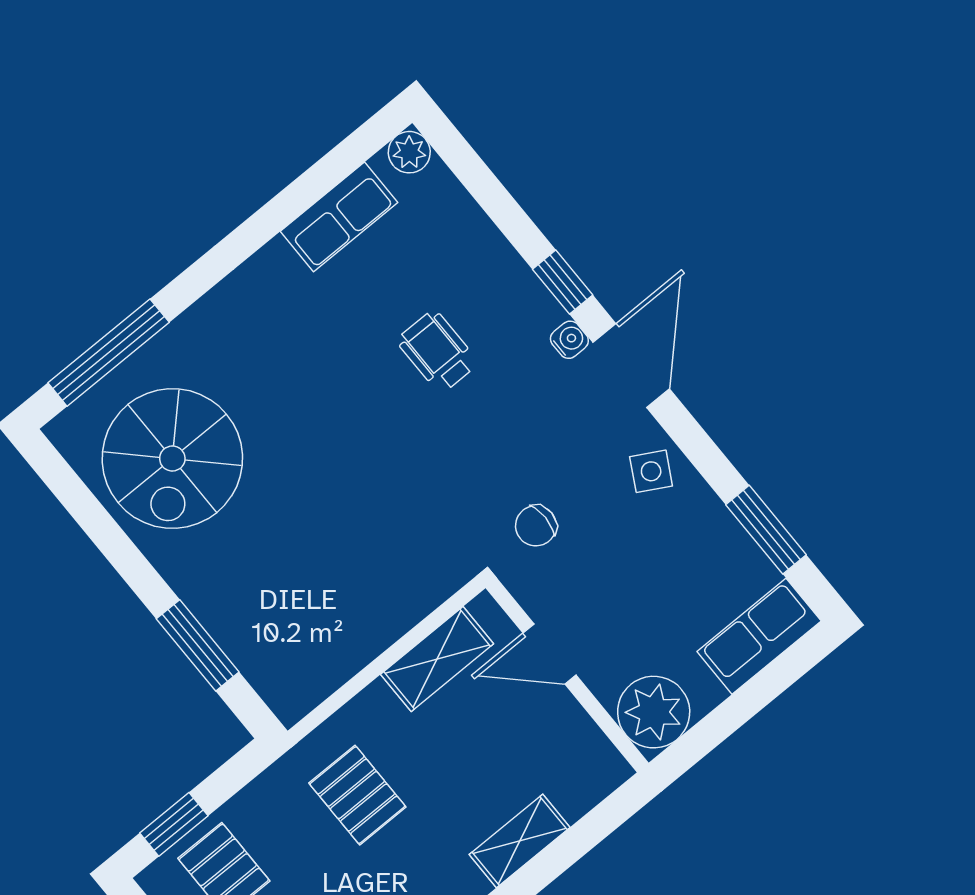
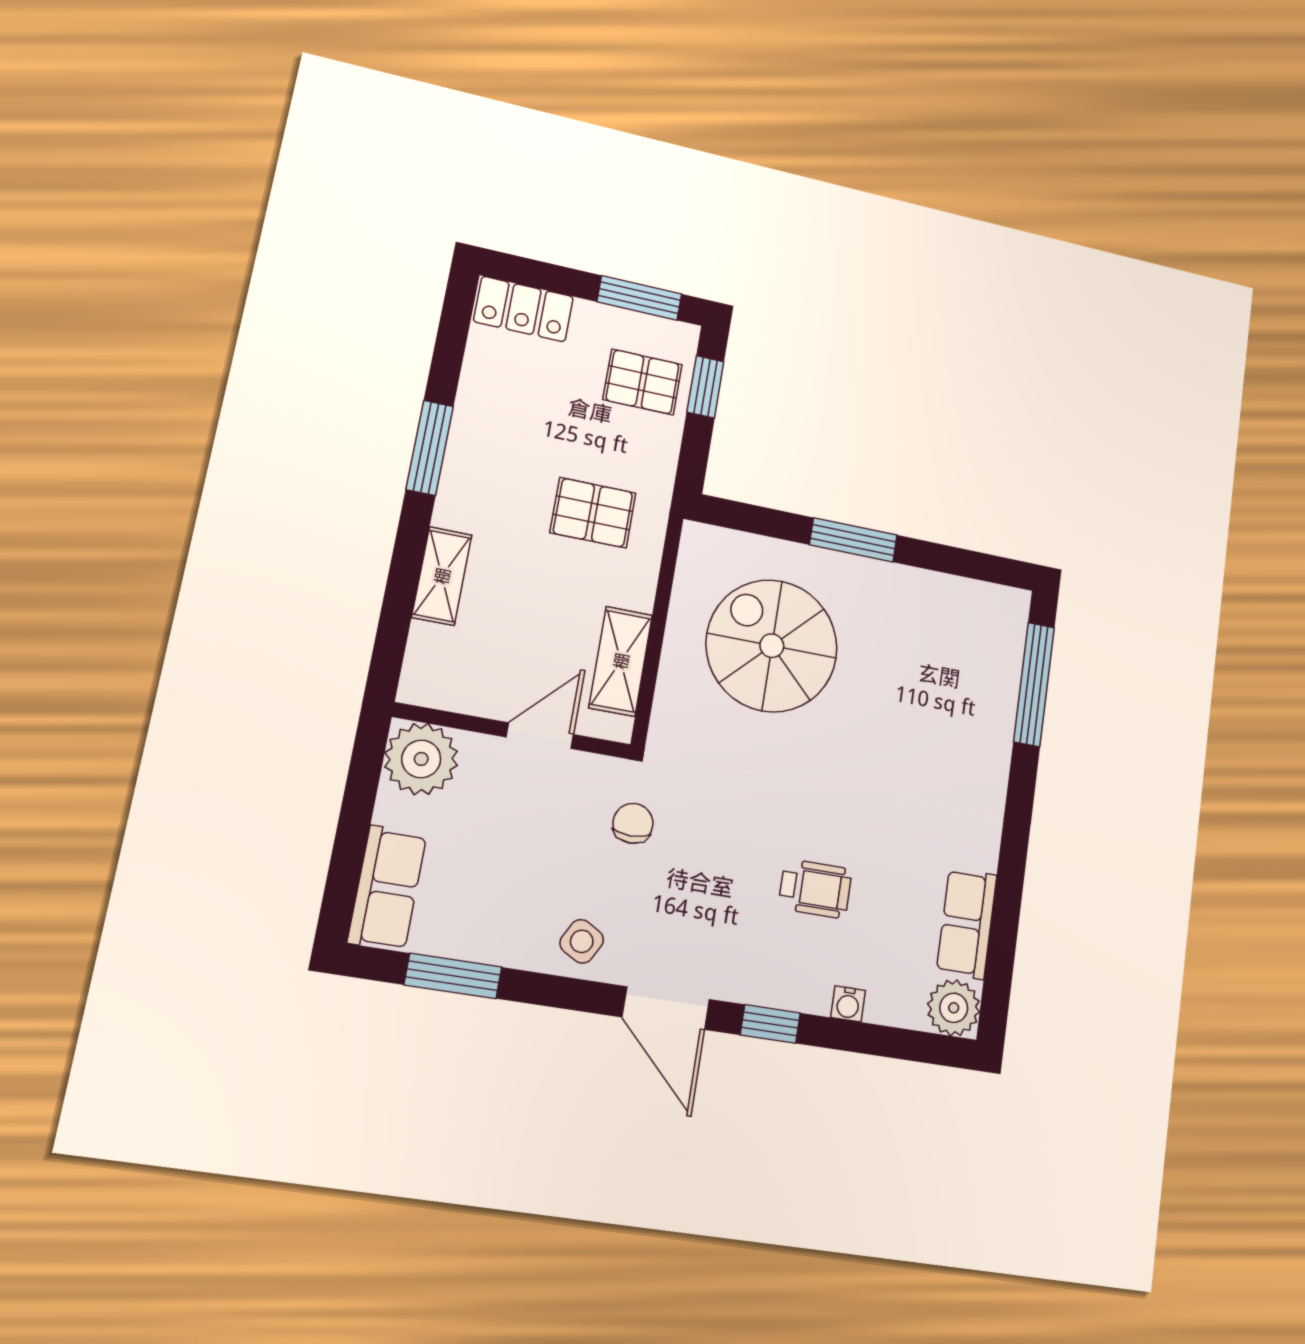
plant: (409, 152) -> (954, 1008), width x1.38, depth x1.38
water cooler: (569, 340) -> (848, 1004), moved
spiral stairs: (172, 459) -> (772, 646), moved
window: (198, 645) -> (853, 540), moved

